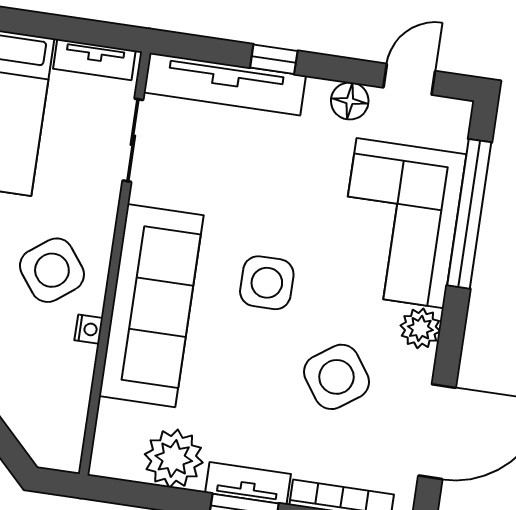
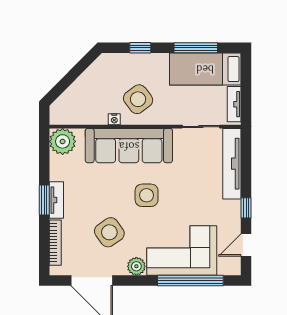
window: (274, 59) -> (246, 208), moved
door: (409, 79) -> (246, 245), swing flipped
floor lamp: (350, 101) -> (233, 220), removed
plant: (174, 458) -> (63, 141), moved

